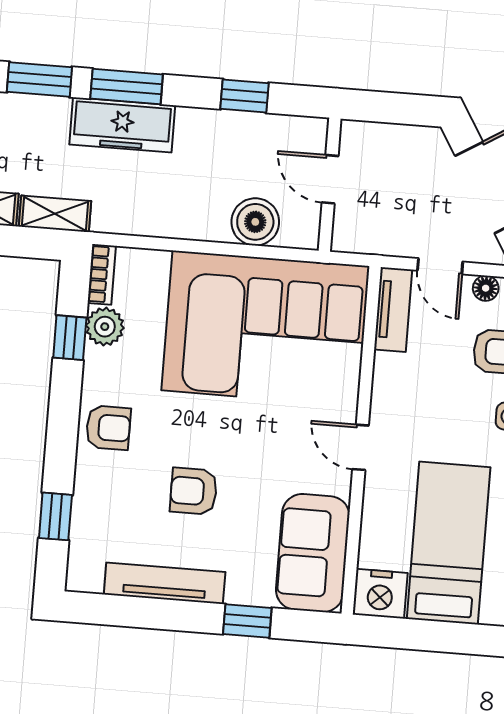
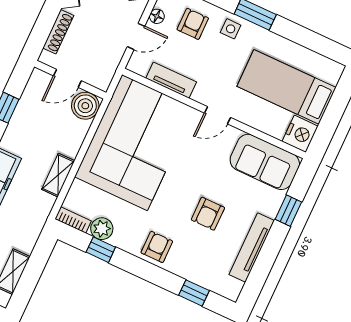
shoe rack: (401, 136) -> (58, 32), added
shelving: (55, 214) -> (58, 175), moved
boiler: (255, 222) -> (85, 106), moved
tv unit: (393, 310) -> (171, 80), moved

